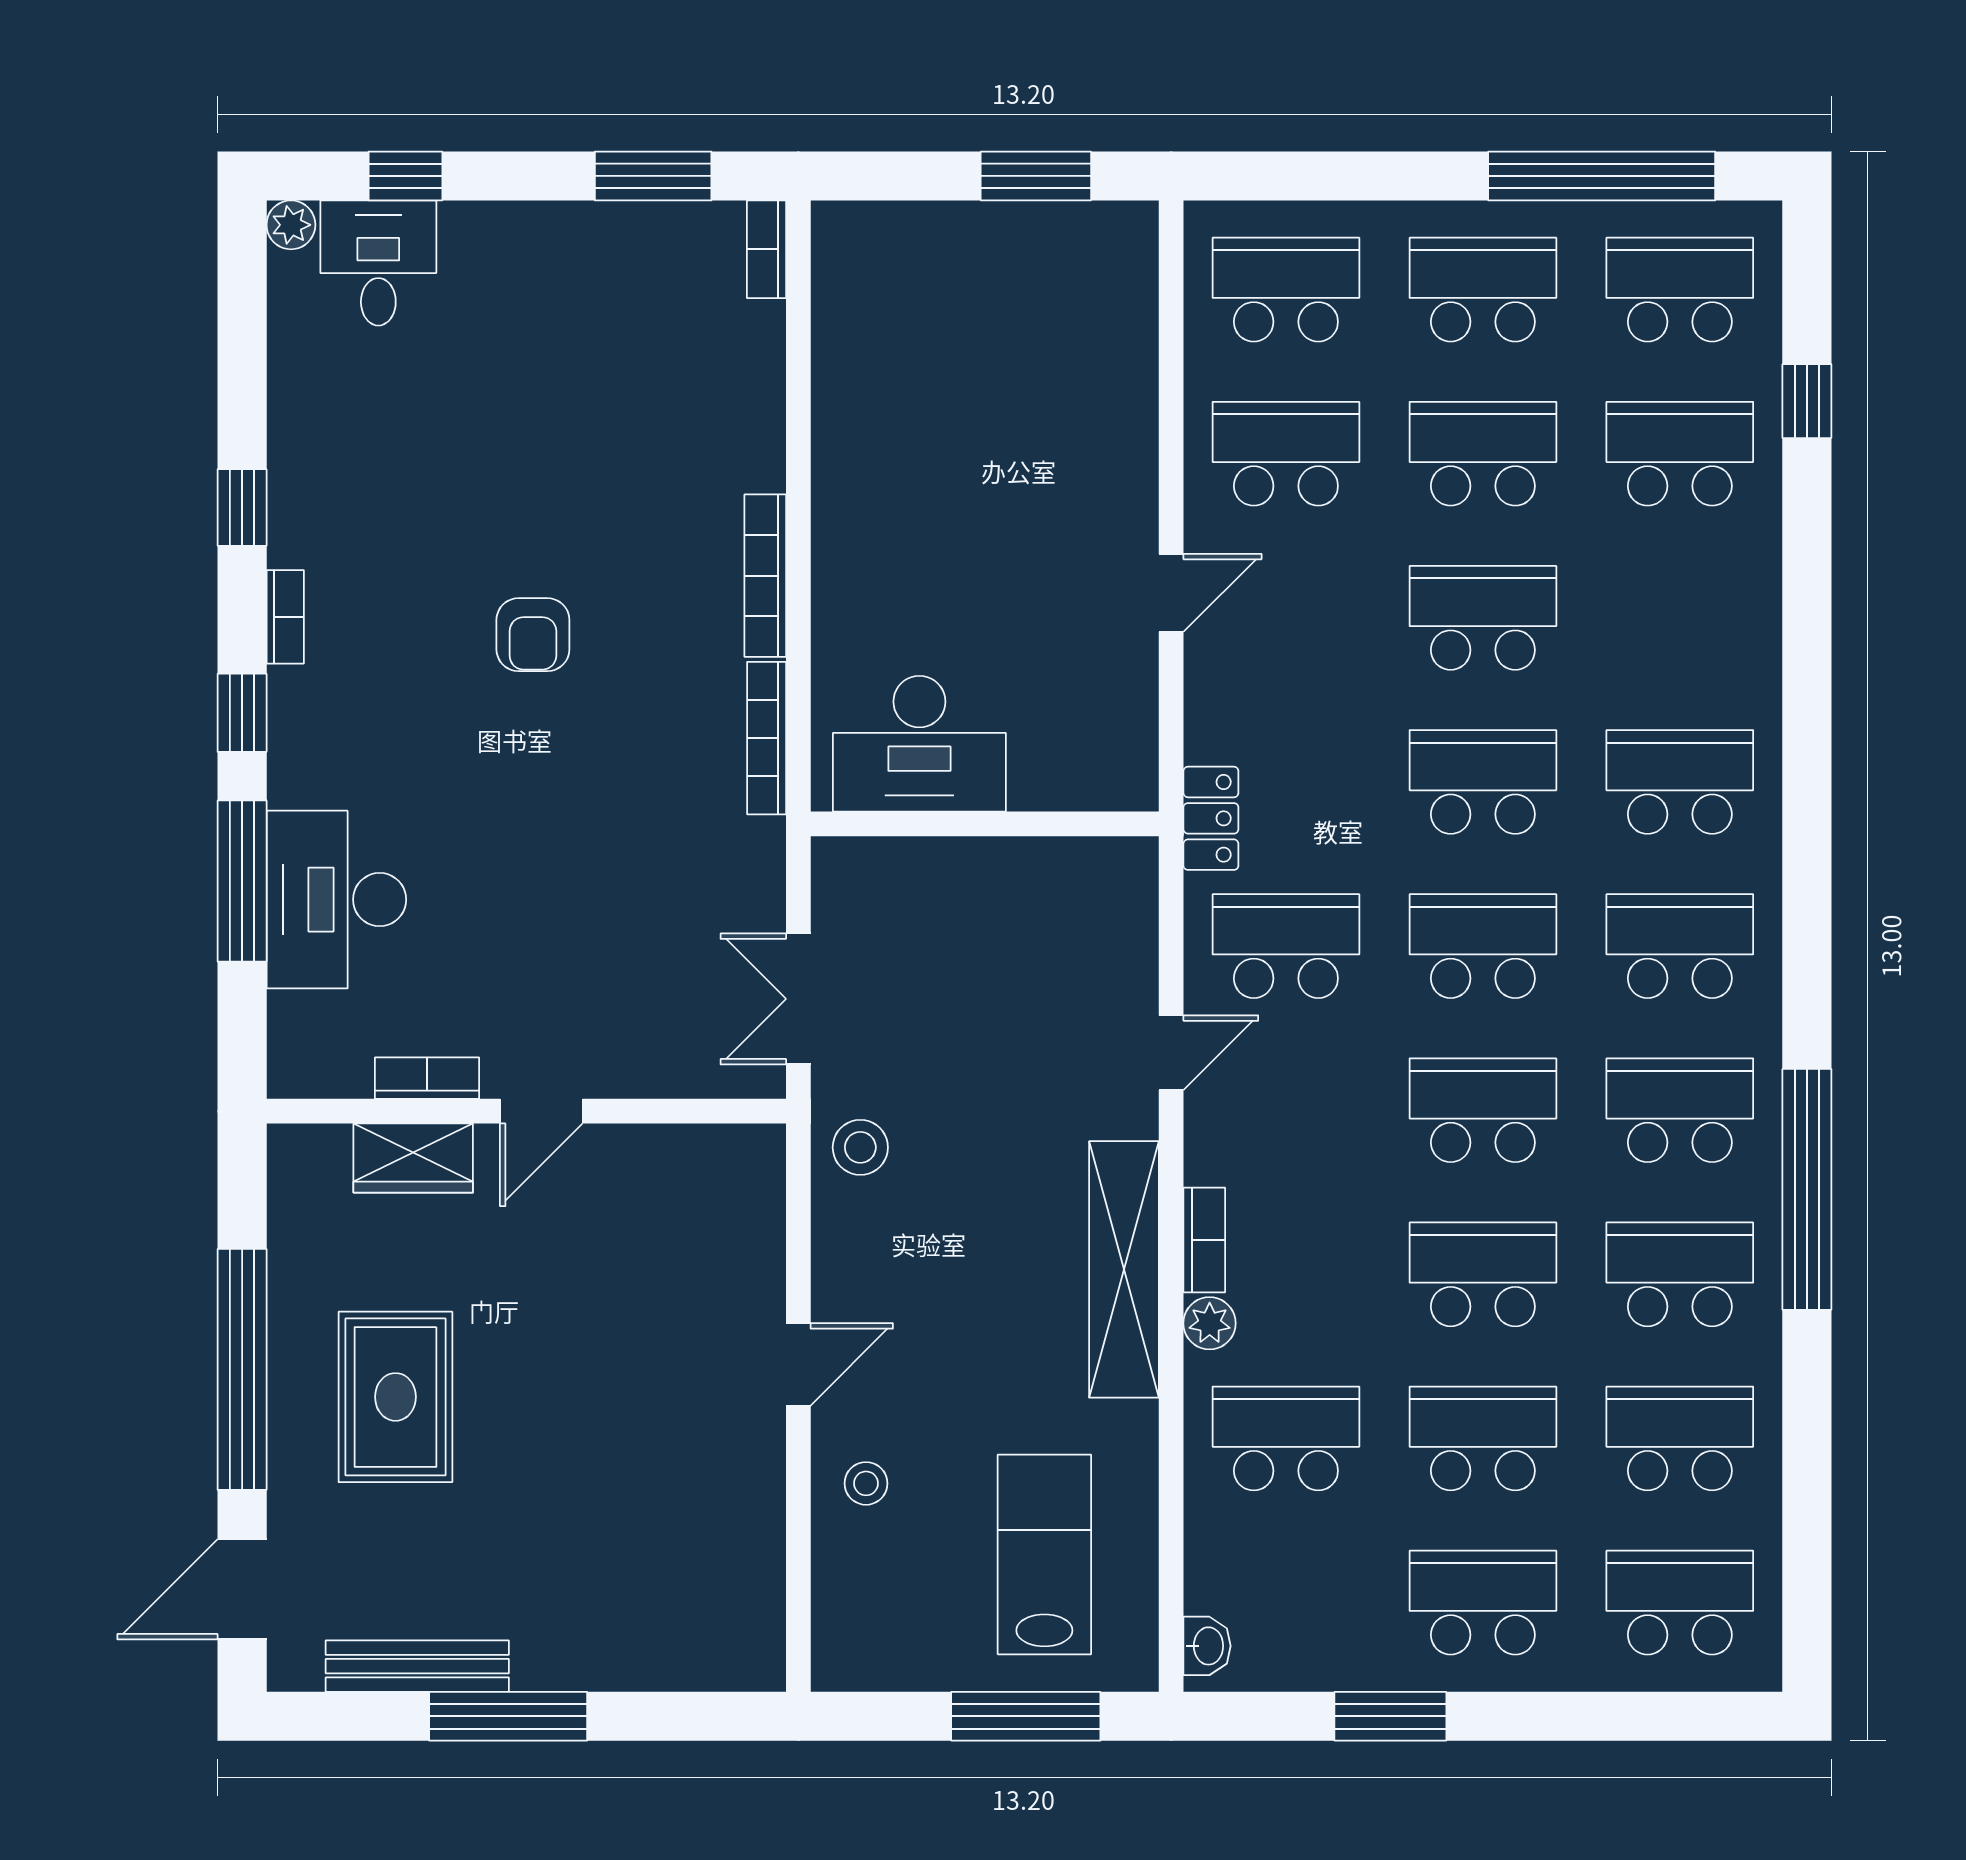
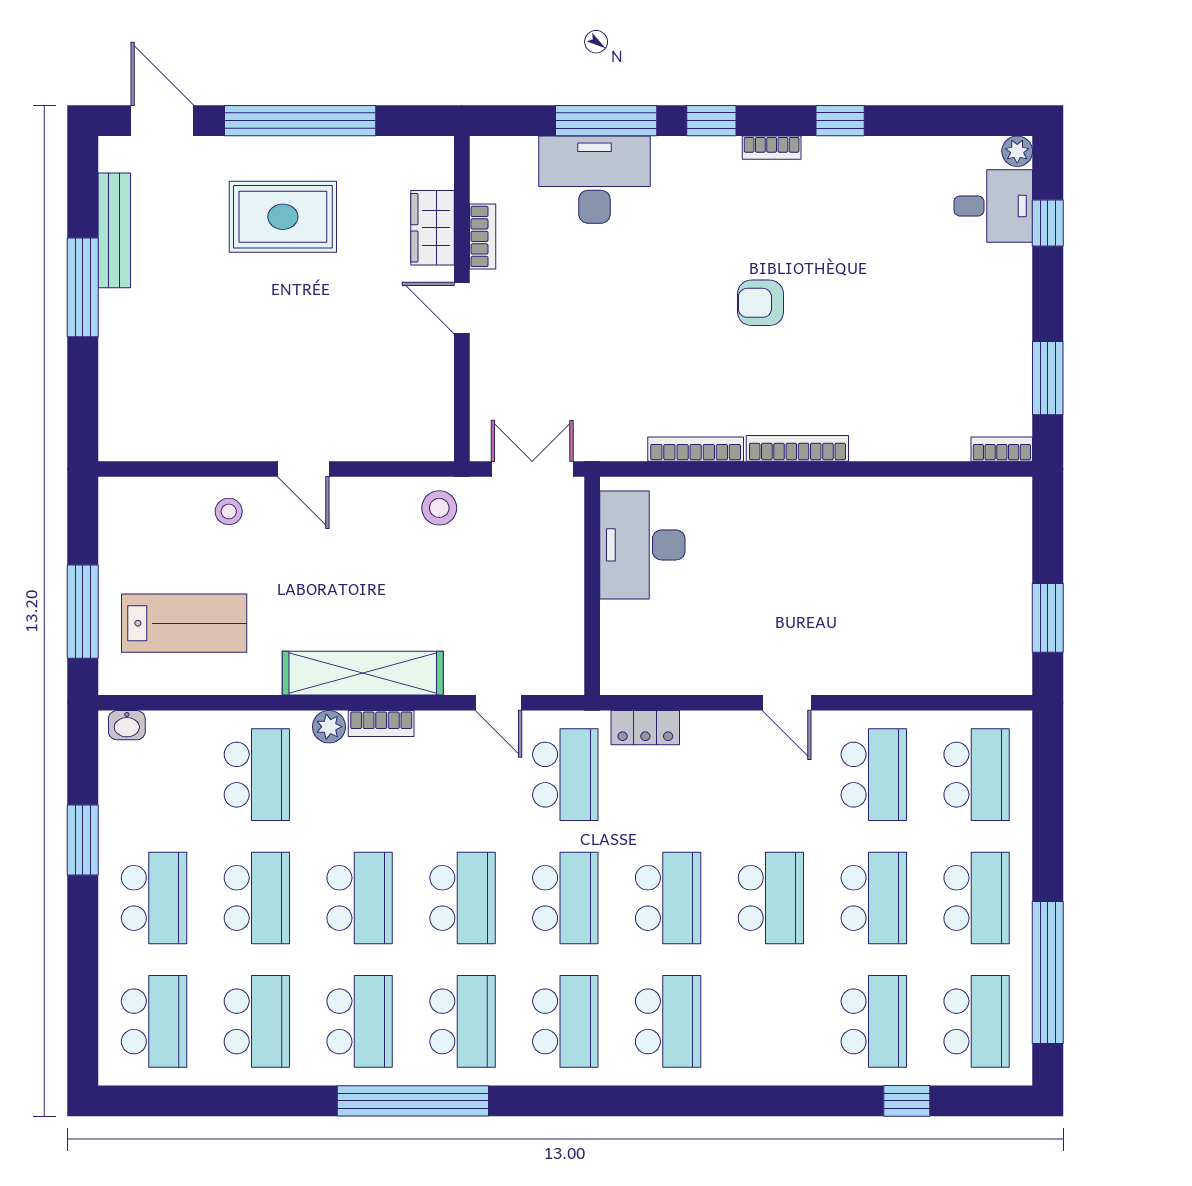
desk: (919, 744) -> (642, 545), moved
wall: (985, 824) -> (592, 586), moved

